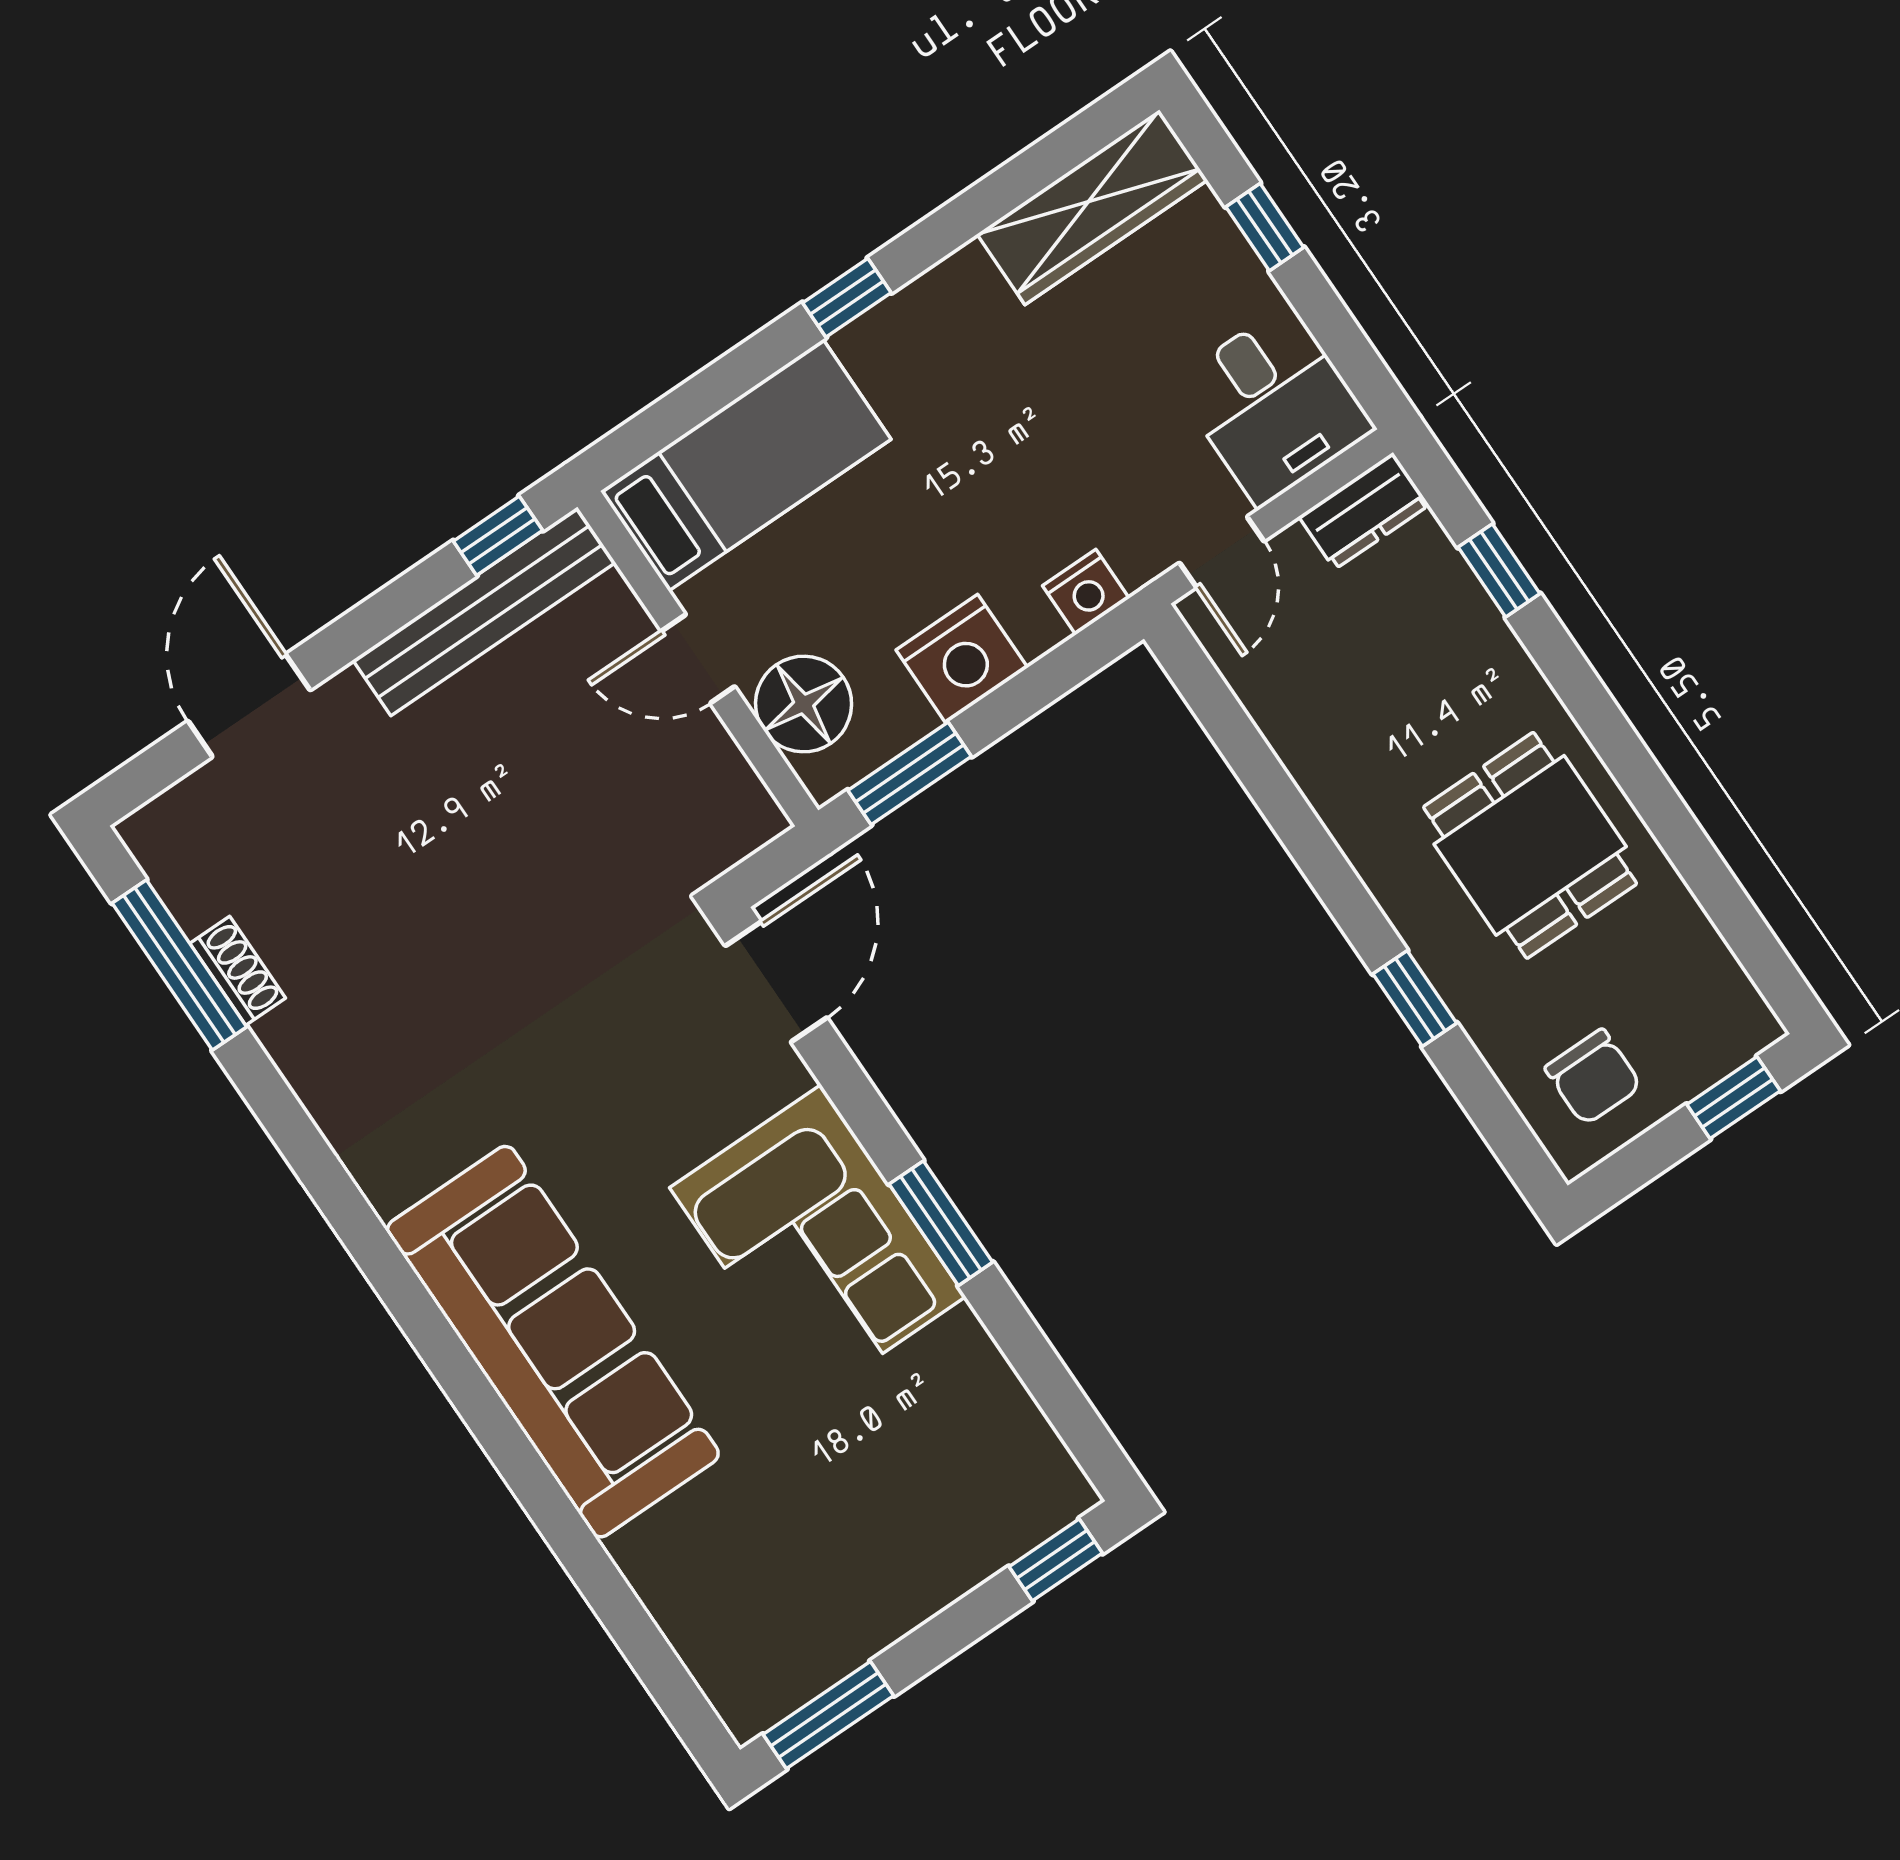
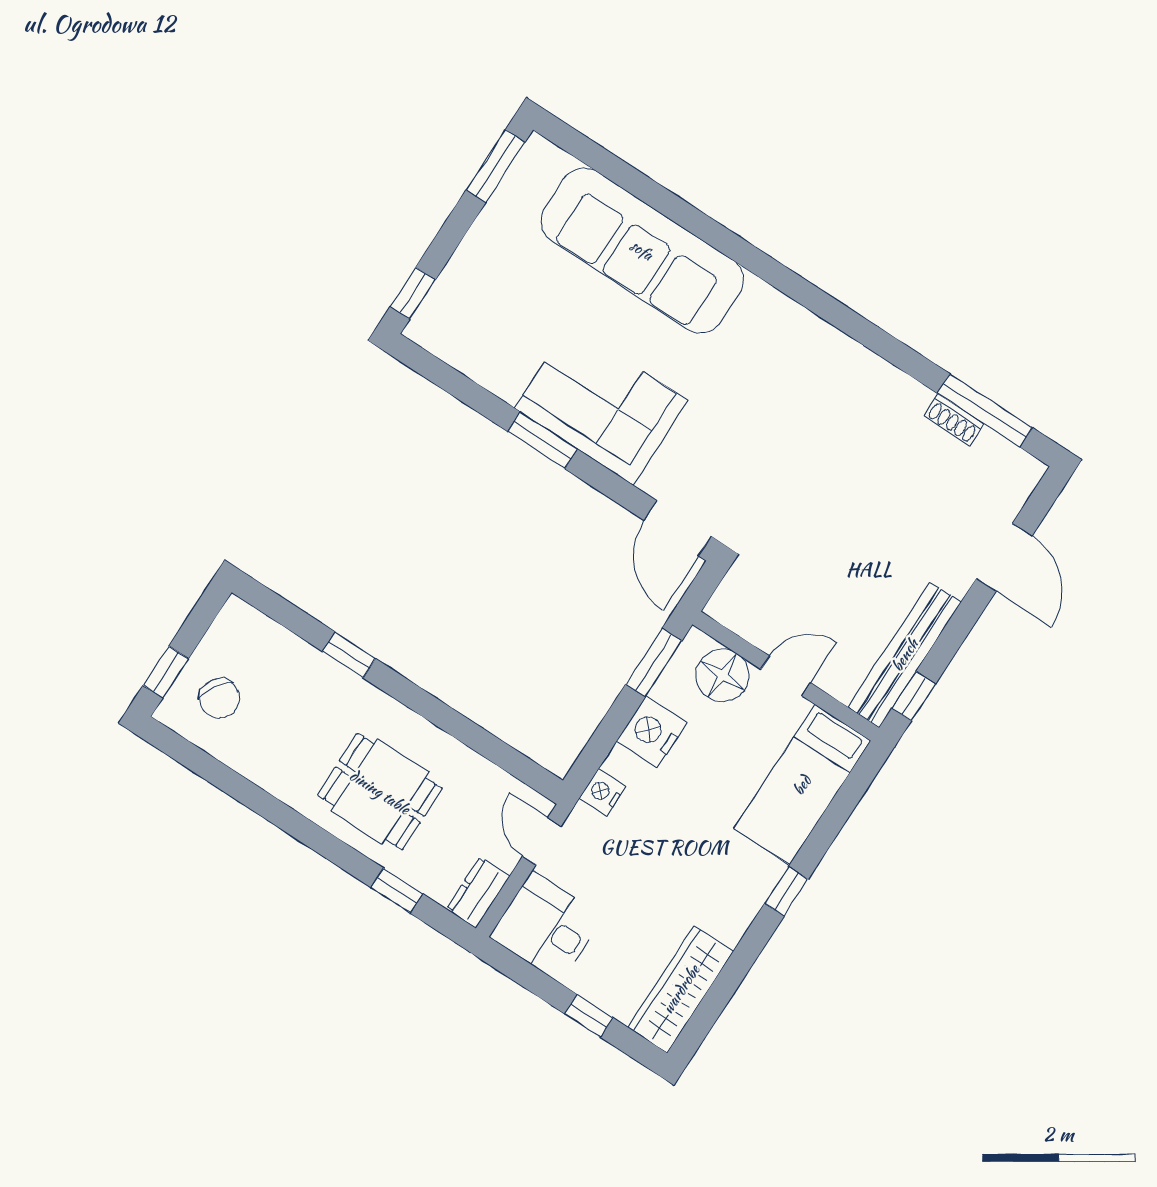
dining table: (1530, 845) -> (380, 792), moved
chair: (1593, 1077) -> (219, 698), moved, turned -148
sofa: (553, 1342) -> (642, 250), moved

